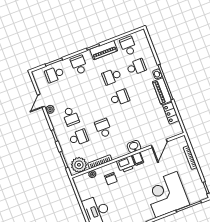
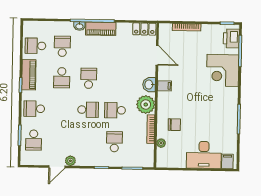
door: (41, 101) -> (57, 167), hinge flipped
locker: (171, 113) -> (144, 29), moved
school desk: (71, 116) -> (88, 110), moved
printer: (126, 164) -> (231, 38), moved, turned 180
plant: (79, 165) -> (146, 105), moved
corner desk: (166, 195) -> (223, 70), width x0.74, depth x0.74

